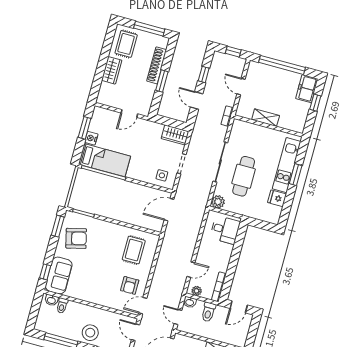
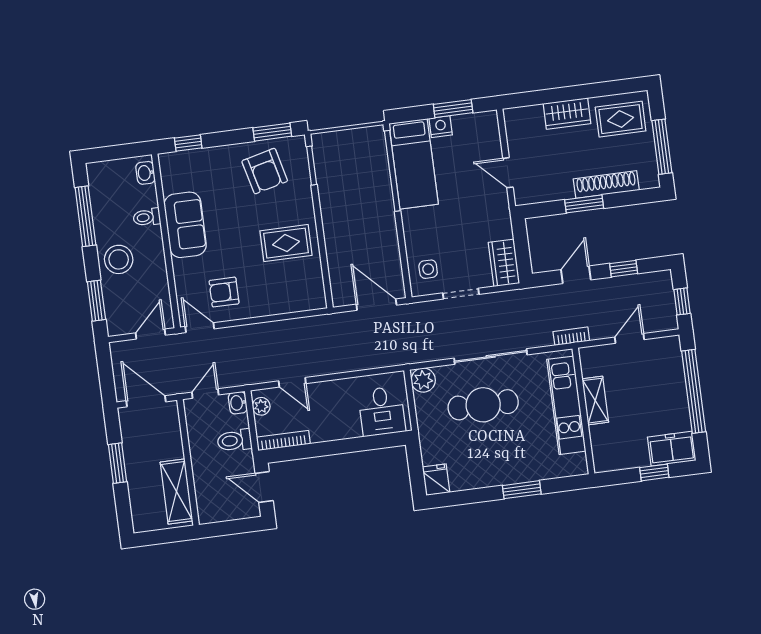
kitchen unit: (287, 165) -> (566, 405), moved, turned -90
fridge: (277, 198) -> (436, 480), moved
rug: (134, 250) -> (286, 243), moved
sofa: (59, 275) -> (185, 225), moved, turned -90
toilet: (62, 306) -> (147, 217), moved

